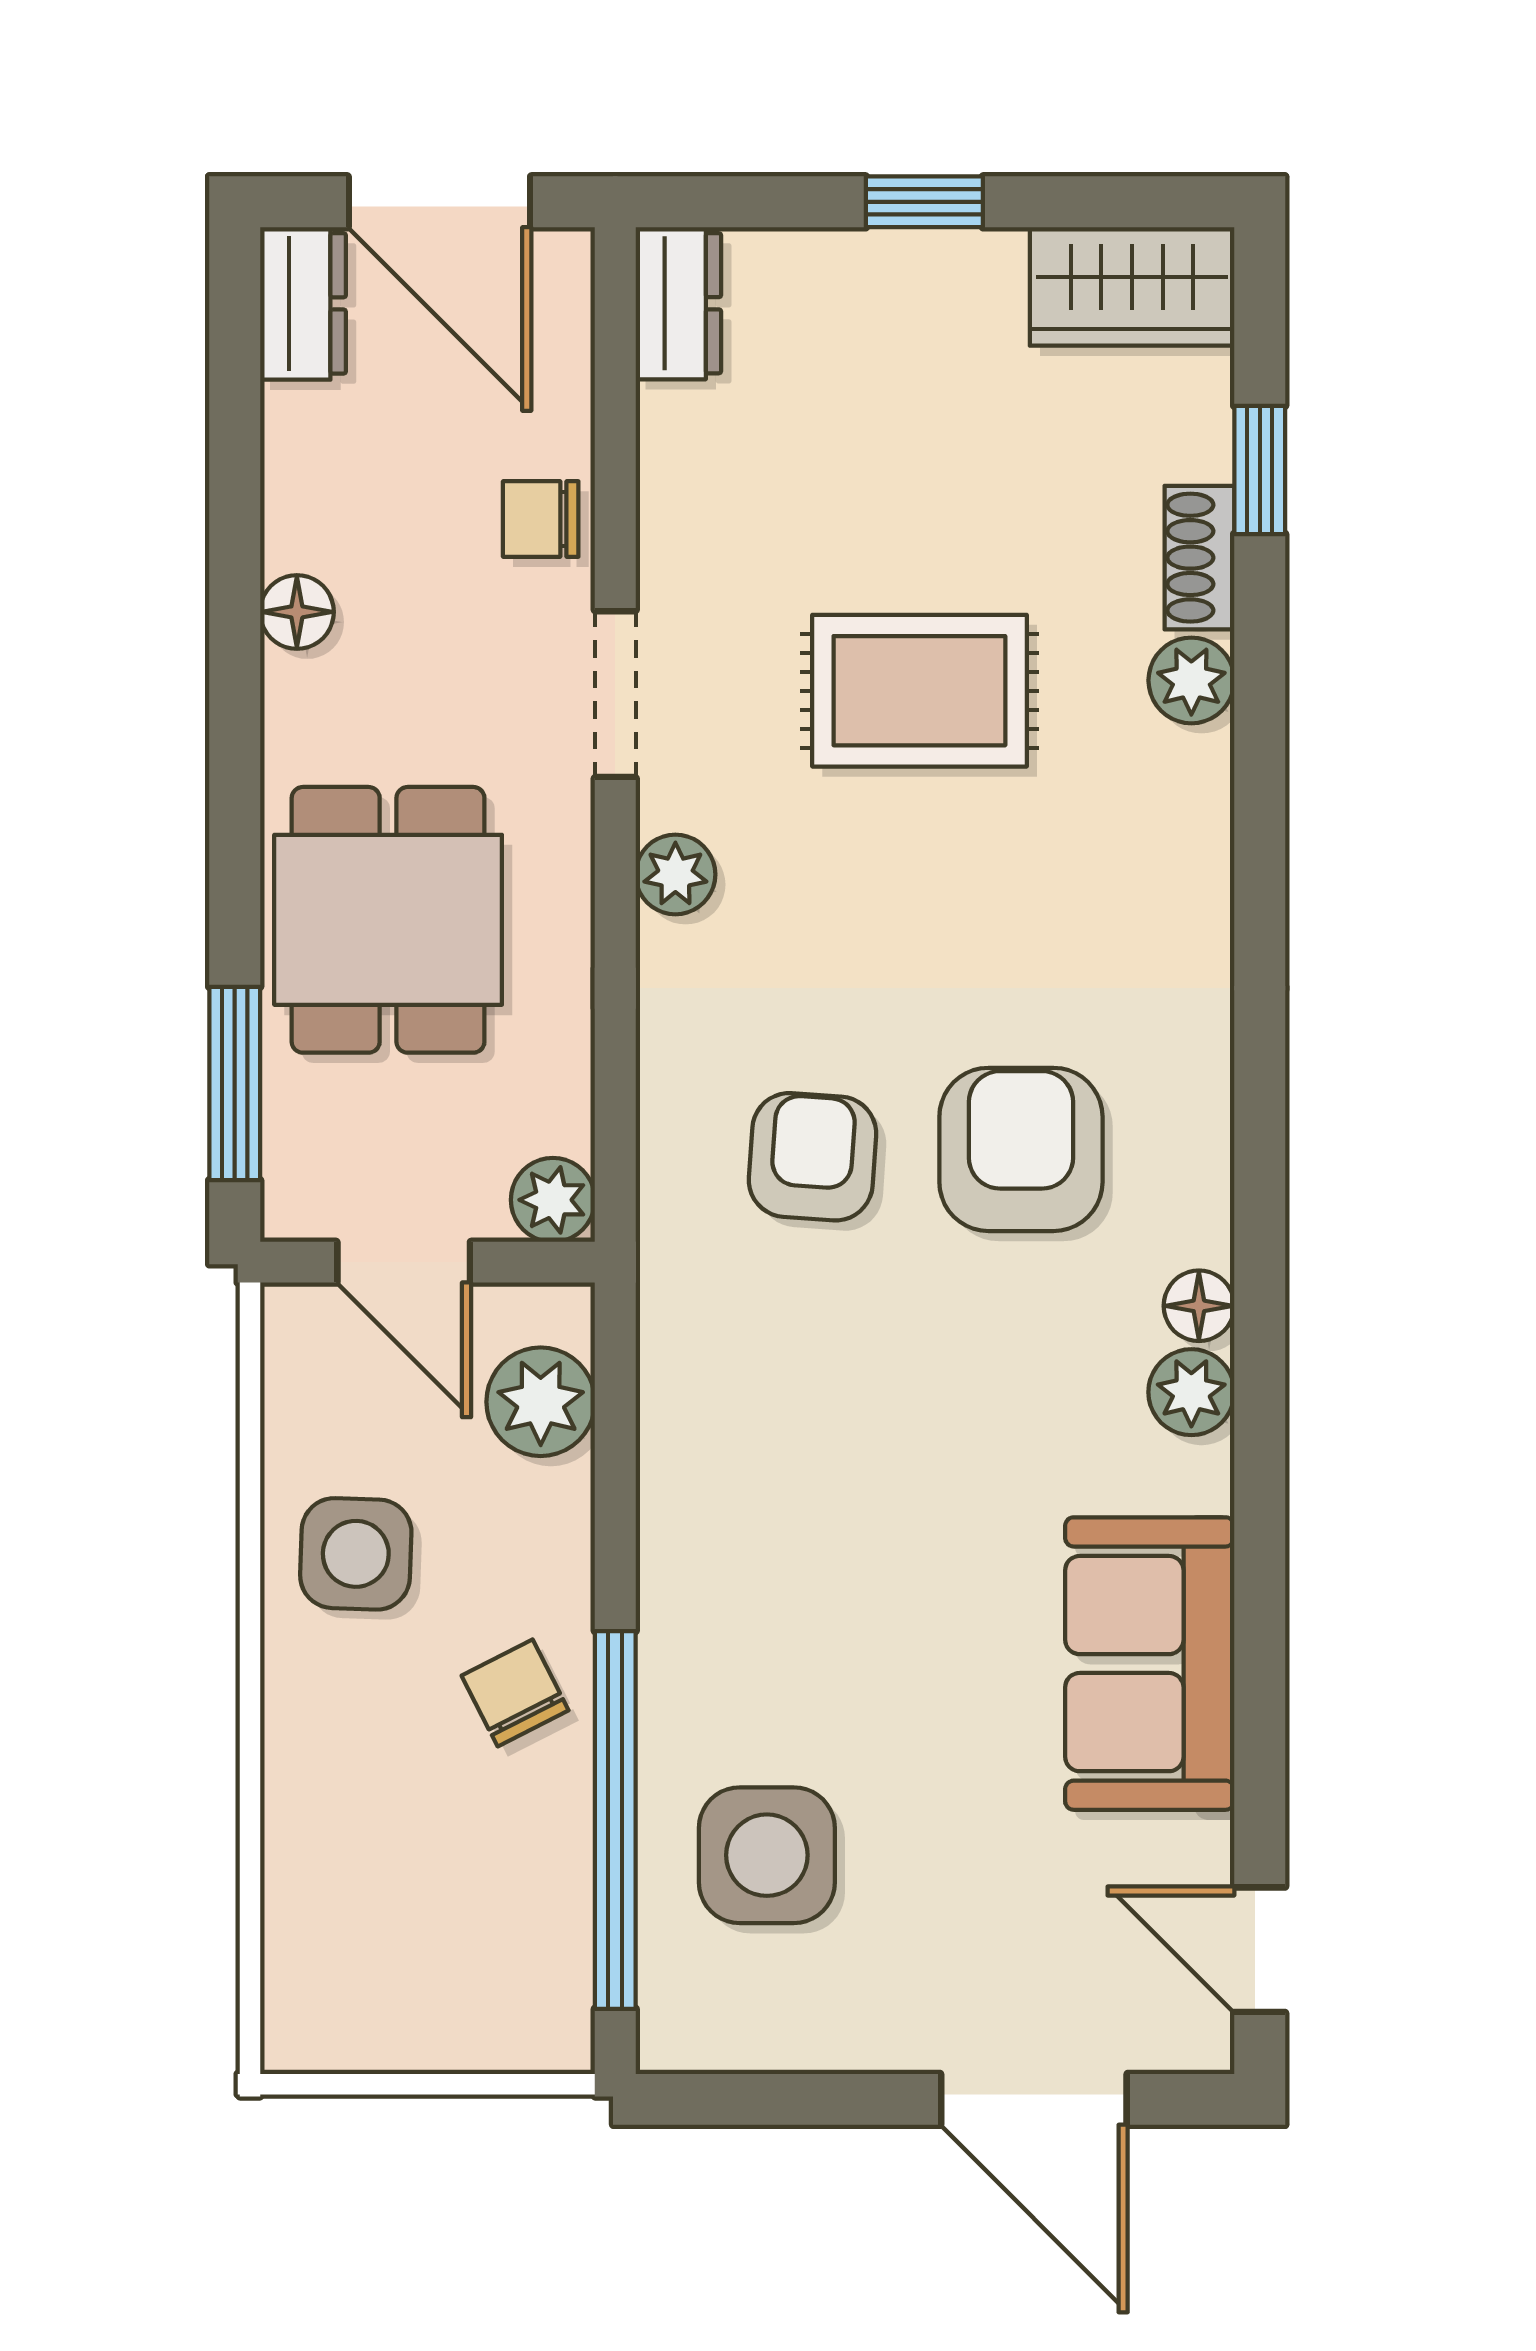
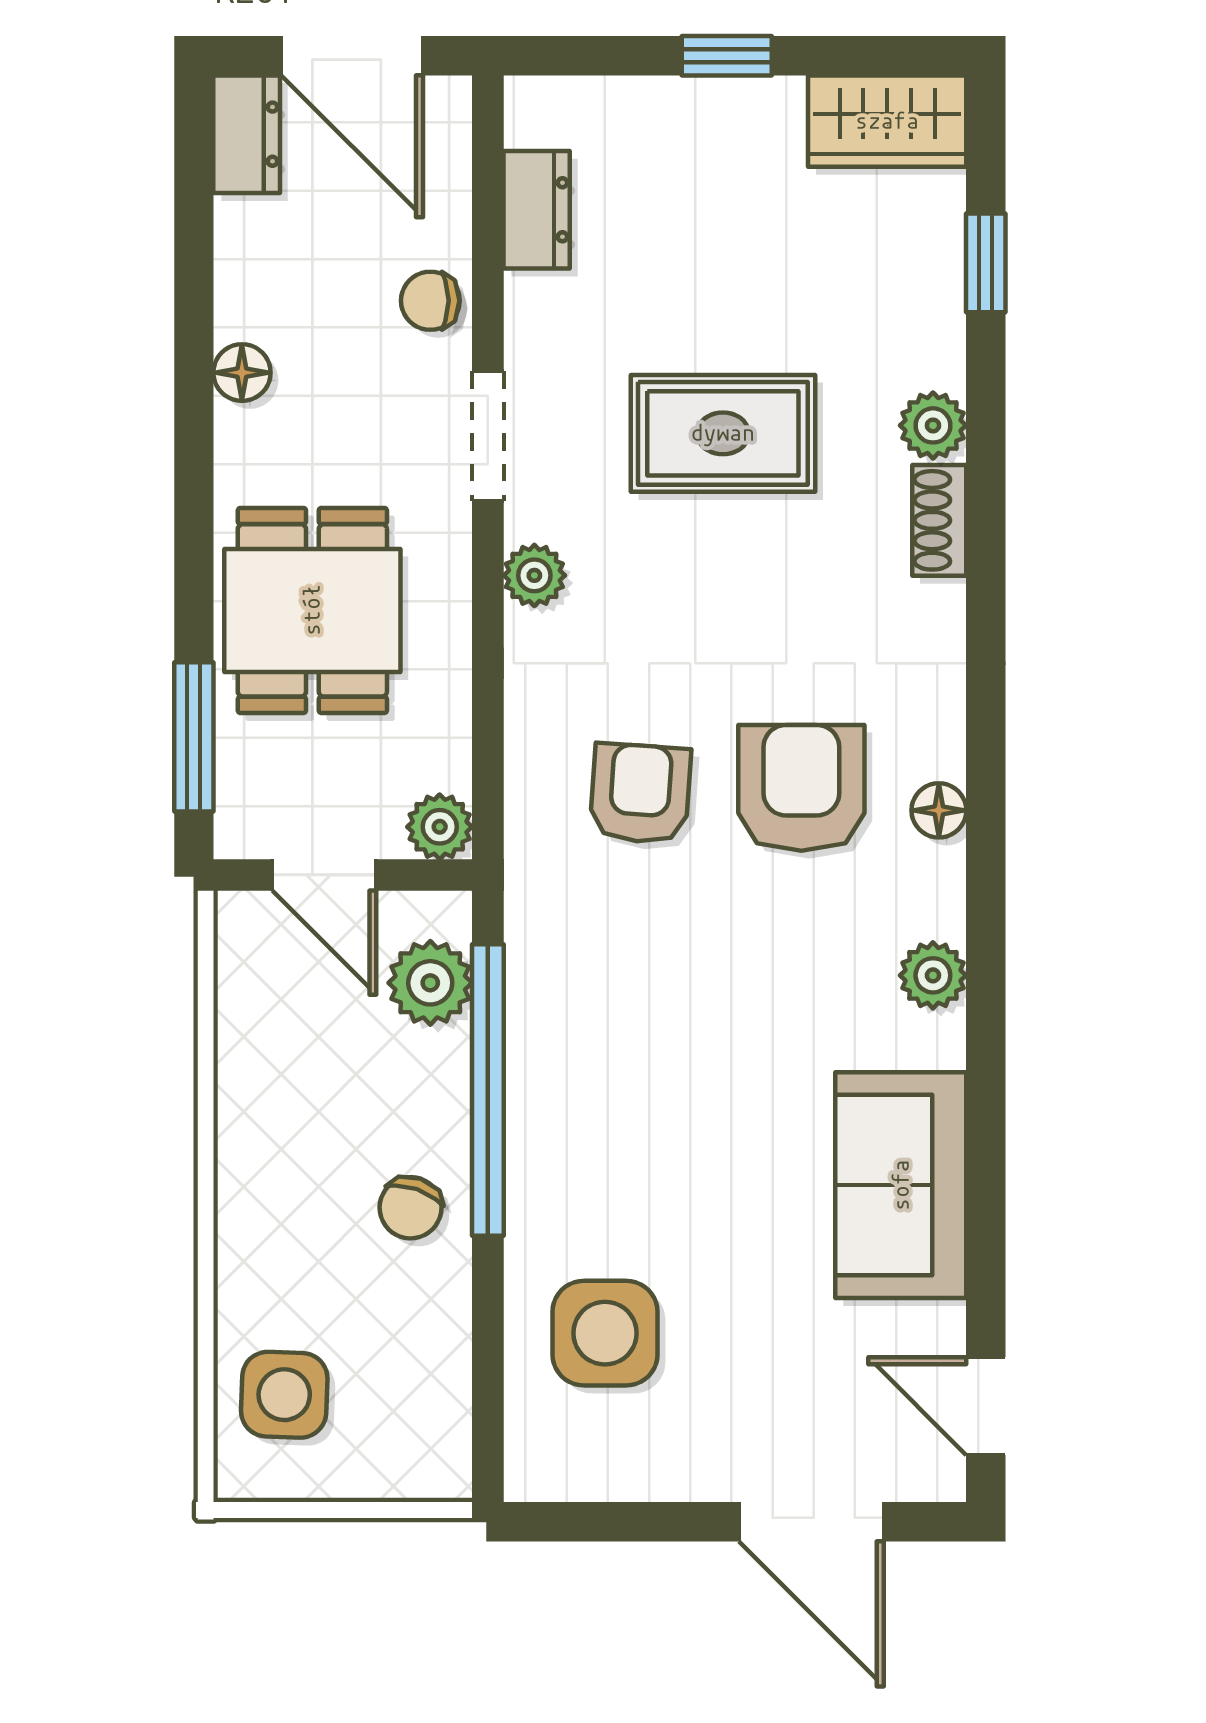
dresser: (678, 303) -> (537, 210), moved
shoe rack: (1199, 558) -> (939, 520), moved
floor lamp: (1199, 1306) -> (939, 810), moved
side table: (356, 1554) -> (284, 1395), moved
chair: (515, 1693) -> (411, 1208), turned -134
window: (615, 1820) -> (488, 1090), moved

